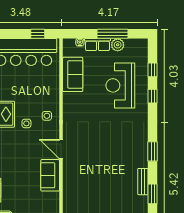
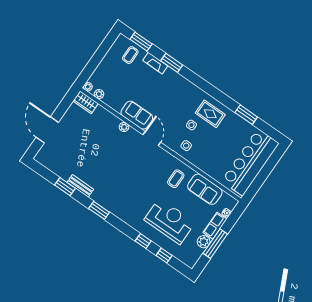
window: (38, 34) -> (257, 184), removed
coffee table: (81, 105) -> (176, 179), added
door: (61, 149) -> (152, 138), hinge flipped
plant: (68, 179) -> (124, 127), added

